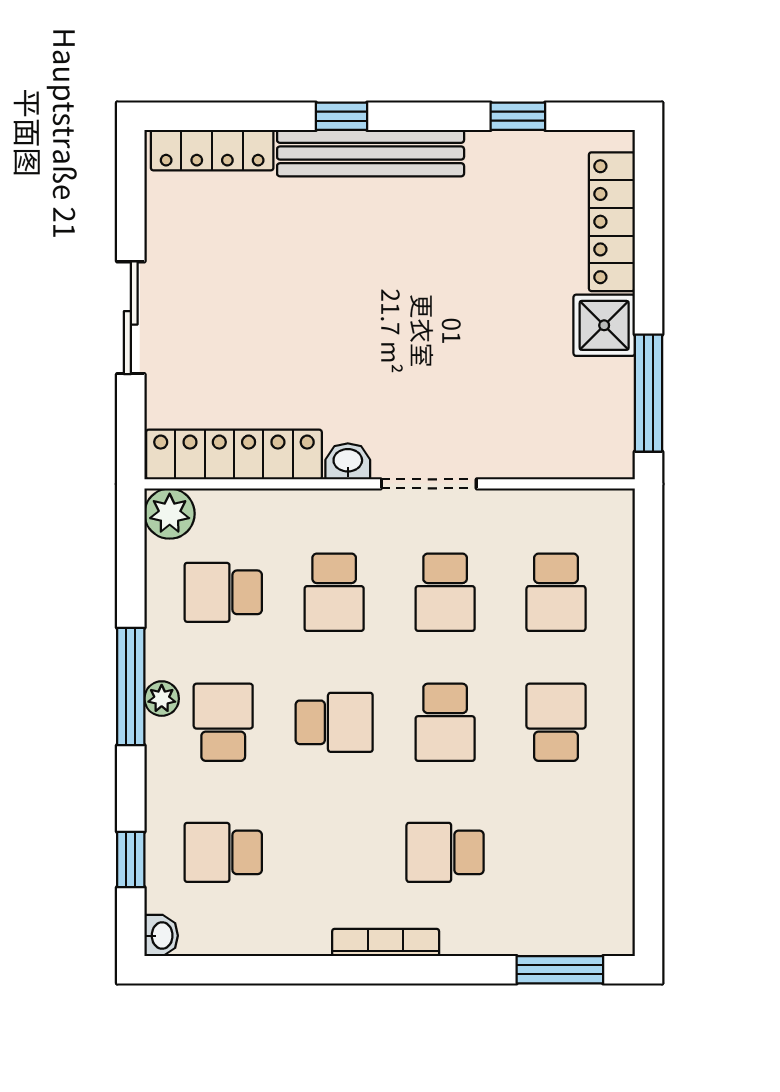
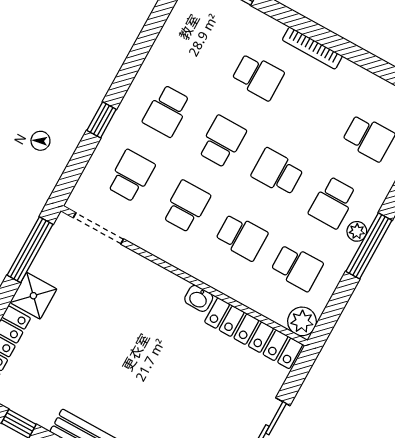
doorway: (429, 484) -> (98, 228), moved
school desk: (334, 592) -> (242, 237), turned 90
window: (648, 653) -> (102, 120), added

